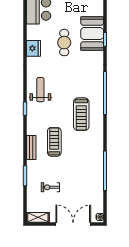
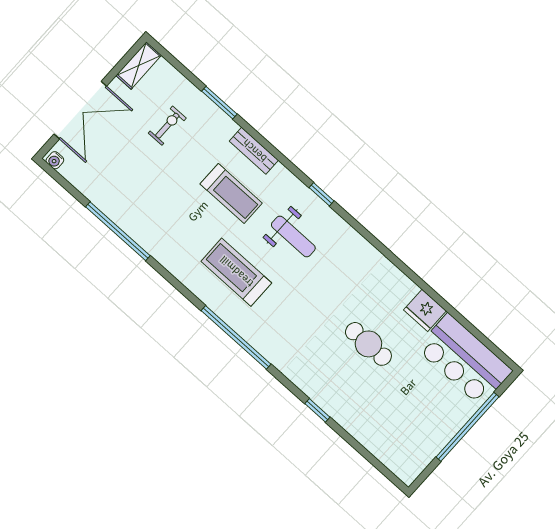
booth: (92, 34) -> (344, 399), removed
fridge: (33, 48) -> (425, 310), moved
weight bench: (40, 90) -> (293, 236), moved

